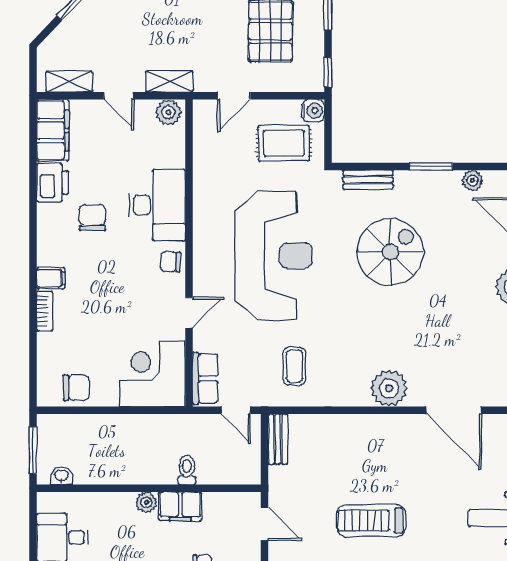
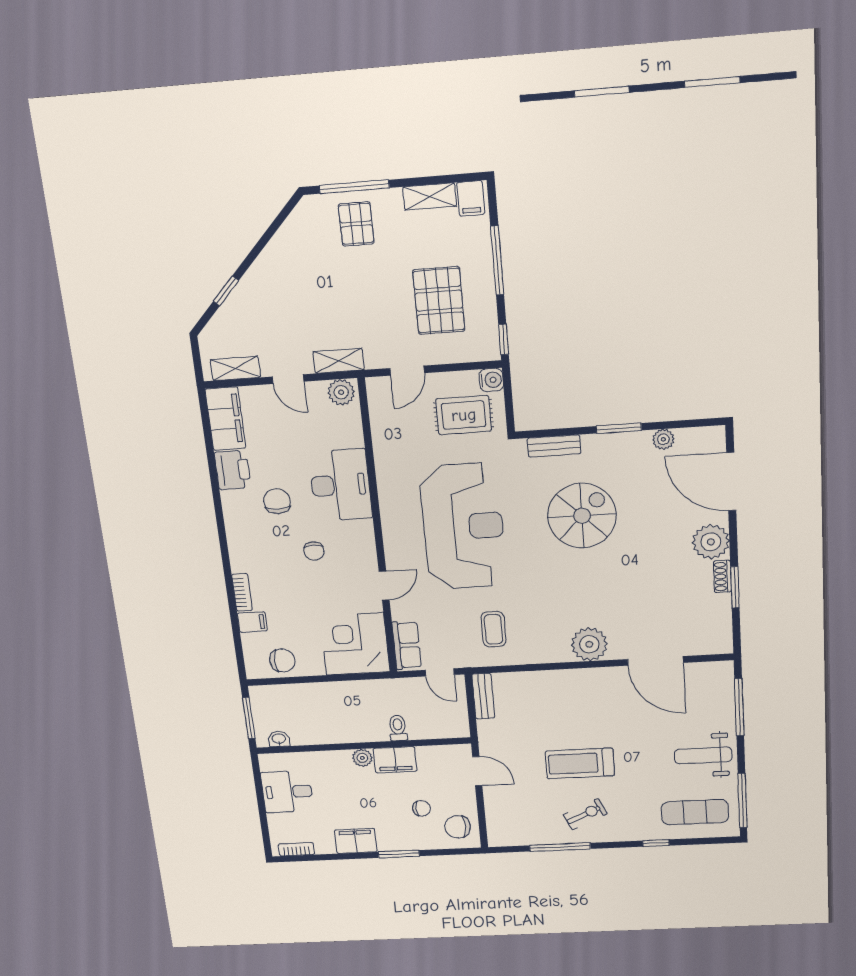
chair: (170, 262) -> (314, 551), moved, turned -93
filing cabinet: (51, 278) -> (252, 622), moved

